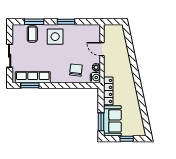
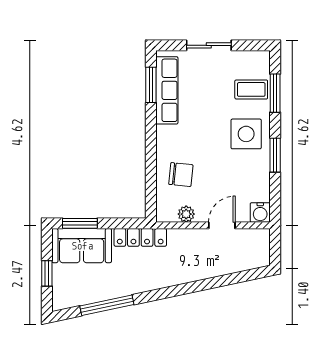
water cooler: (95, 78) -> (260, 213), moved
window: (143, 108) -> (107, 305), added

